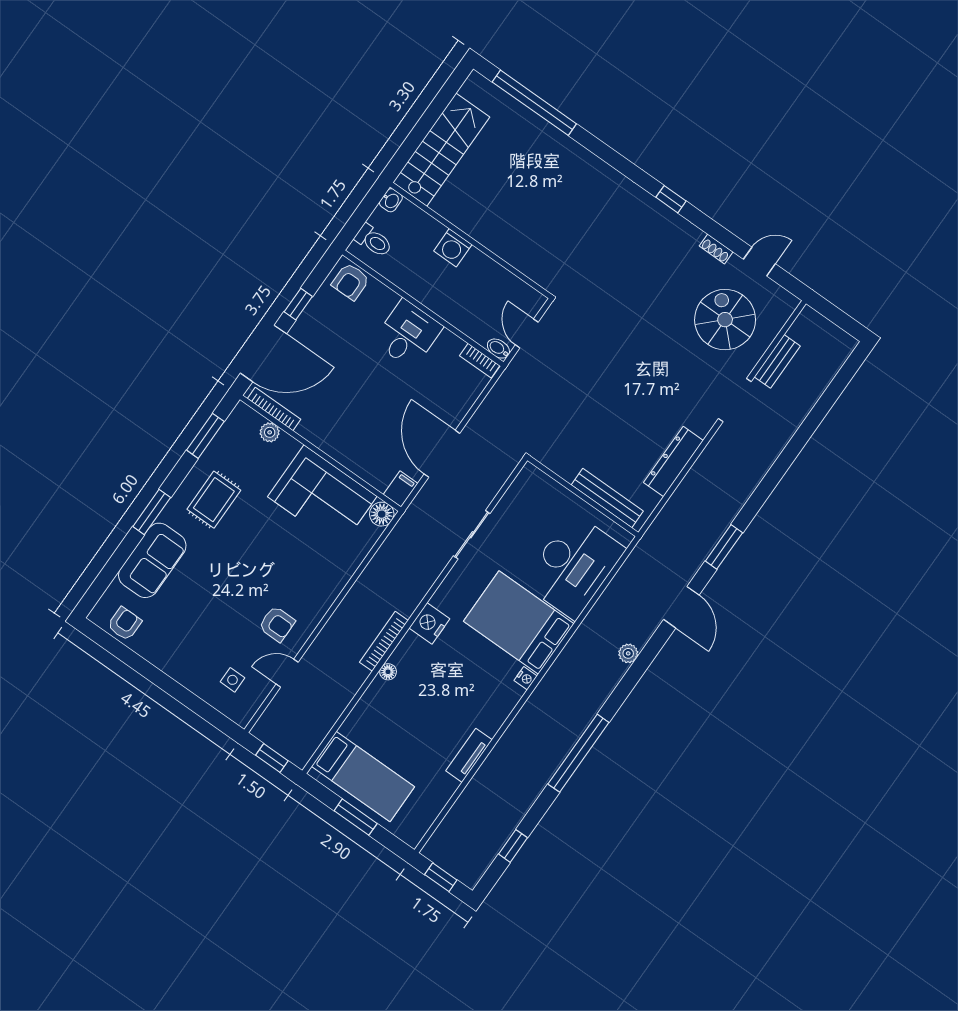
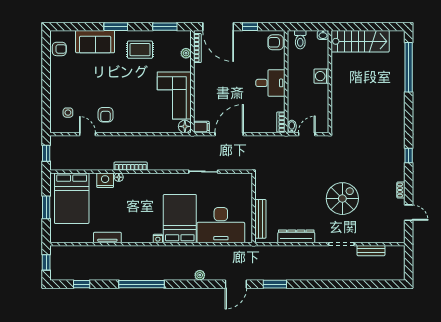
spiral stairs: (725, 320) -> (342, 199), moved
nightstand: (429, 623) -> (105, 180), moved
bed: (363, 777) -> (72, 198), width x1.50

